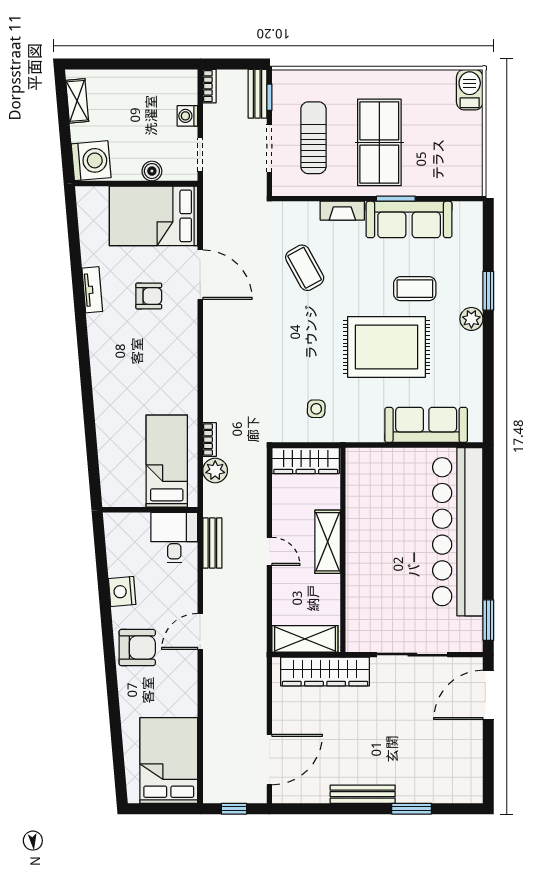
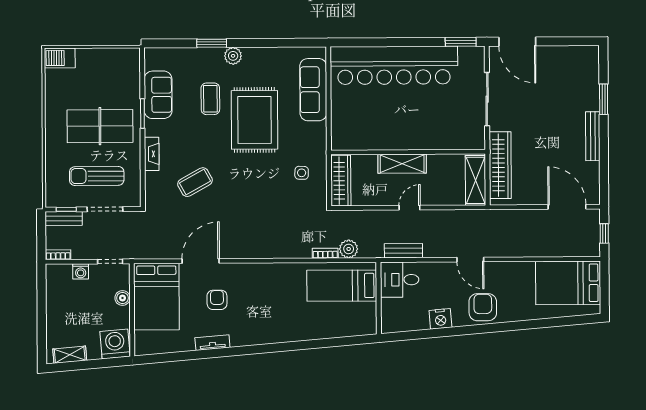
sofa: (409, 219) -> (158, 95), width x0.73

